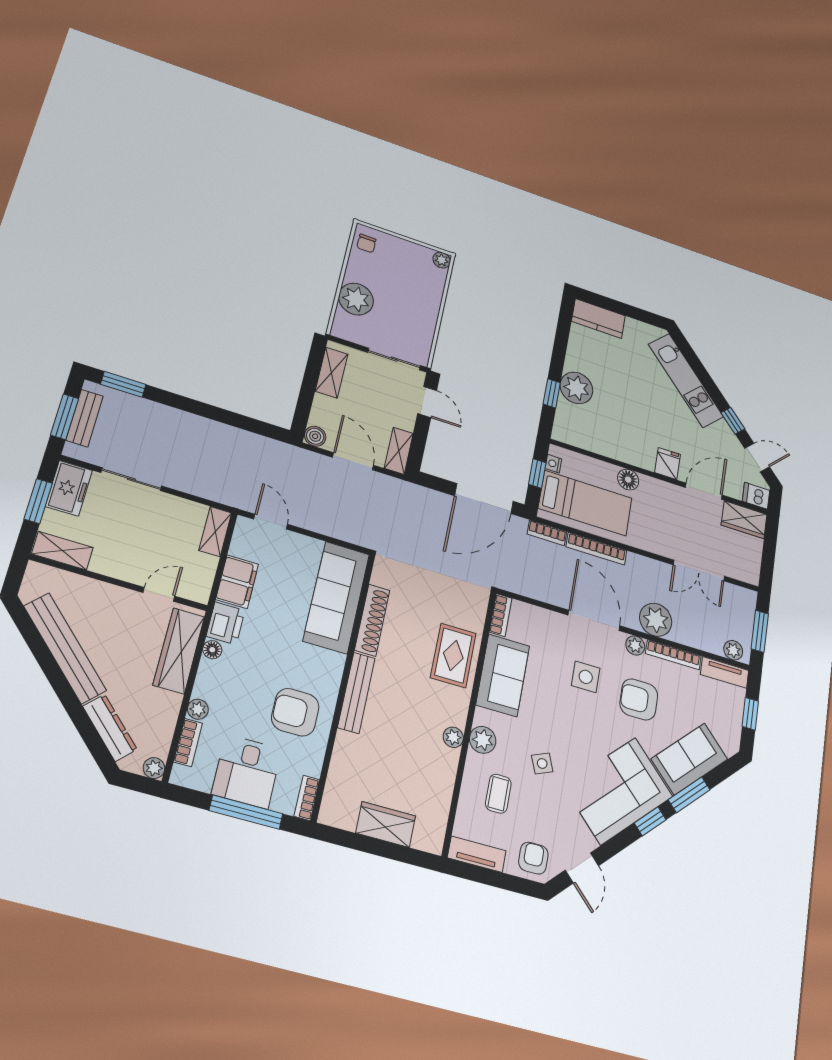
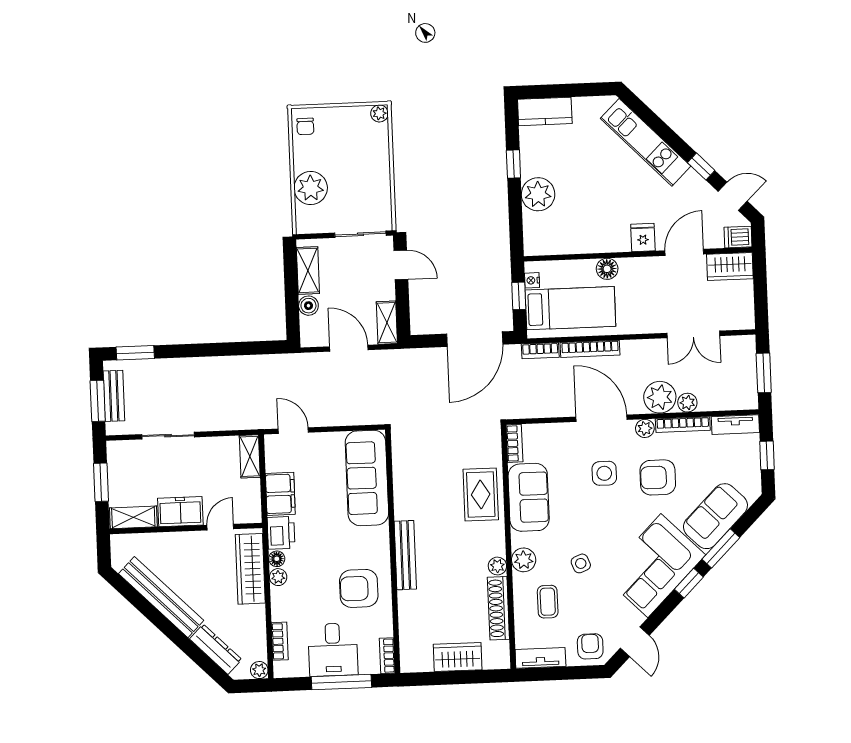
window: (552, 393) -> (513, 164), moved
boiler: (315, 436) -> (308, 306), moved
freezer: (69, 488) -> (180, 512), moved, turned -90
shoe rack: (372, 620) -> (498, 608), moved, turned 180
plant: (733, 650) -> (687, 403), moved
plant: (198, 709) -> (278, 577), moved

